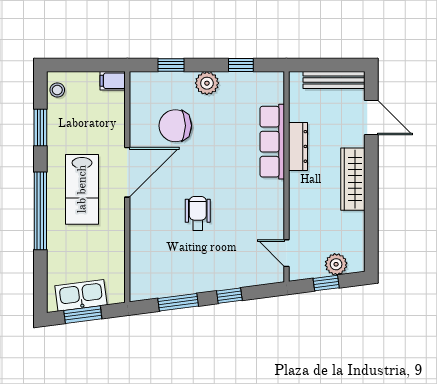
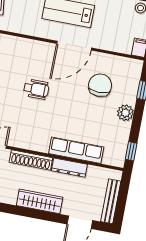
window: (241, 65) -> (131, 151), moved
door: (127, 172) -> (74, 46), hinge flipped
shoe rack: (298, 202) -> (31, 160), added

